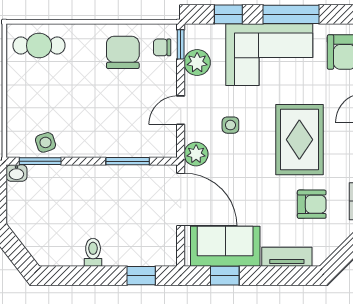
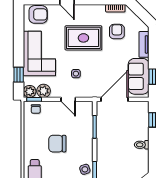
window: (291, 14) -> (19, 42), removed
chair: (123, 52) -> (57, 144), moved
plant: (196, 154) -> (30, 91), moved

